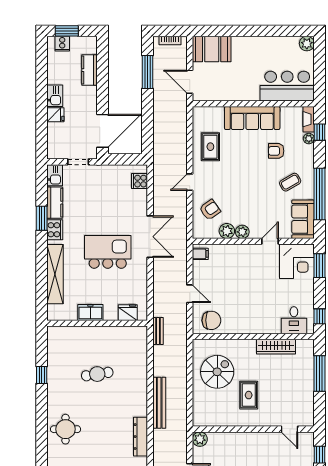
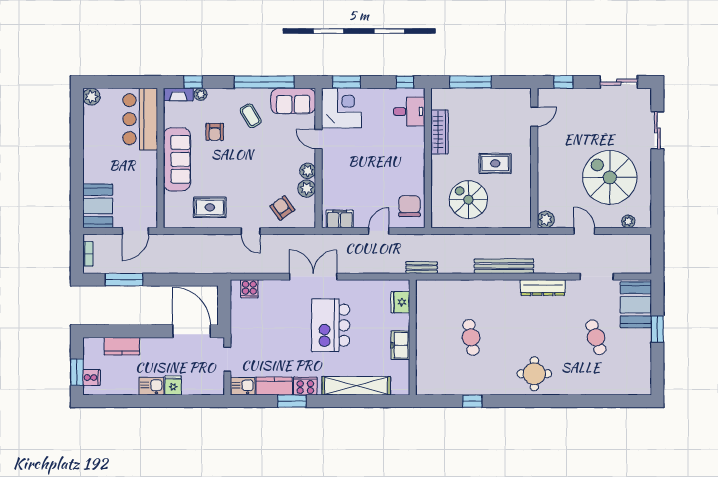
filing cabinet: (200, 254) -> (340, 219), width x2.00

